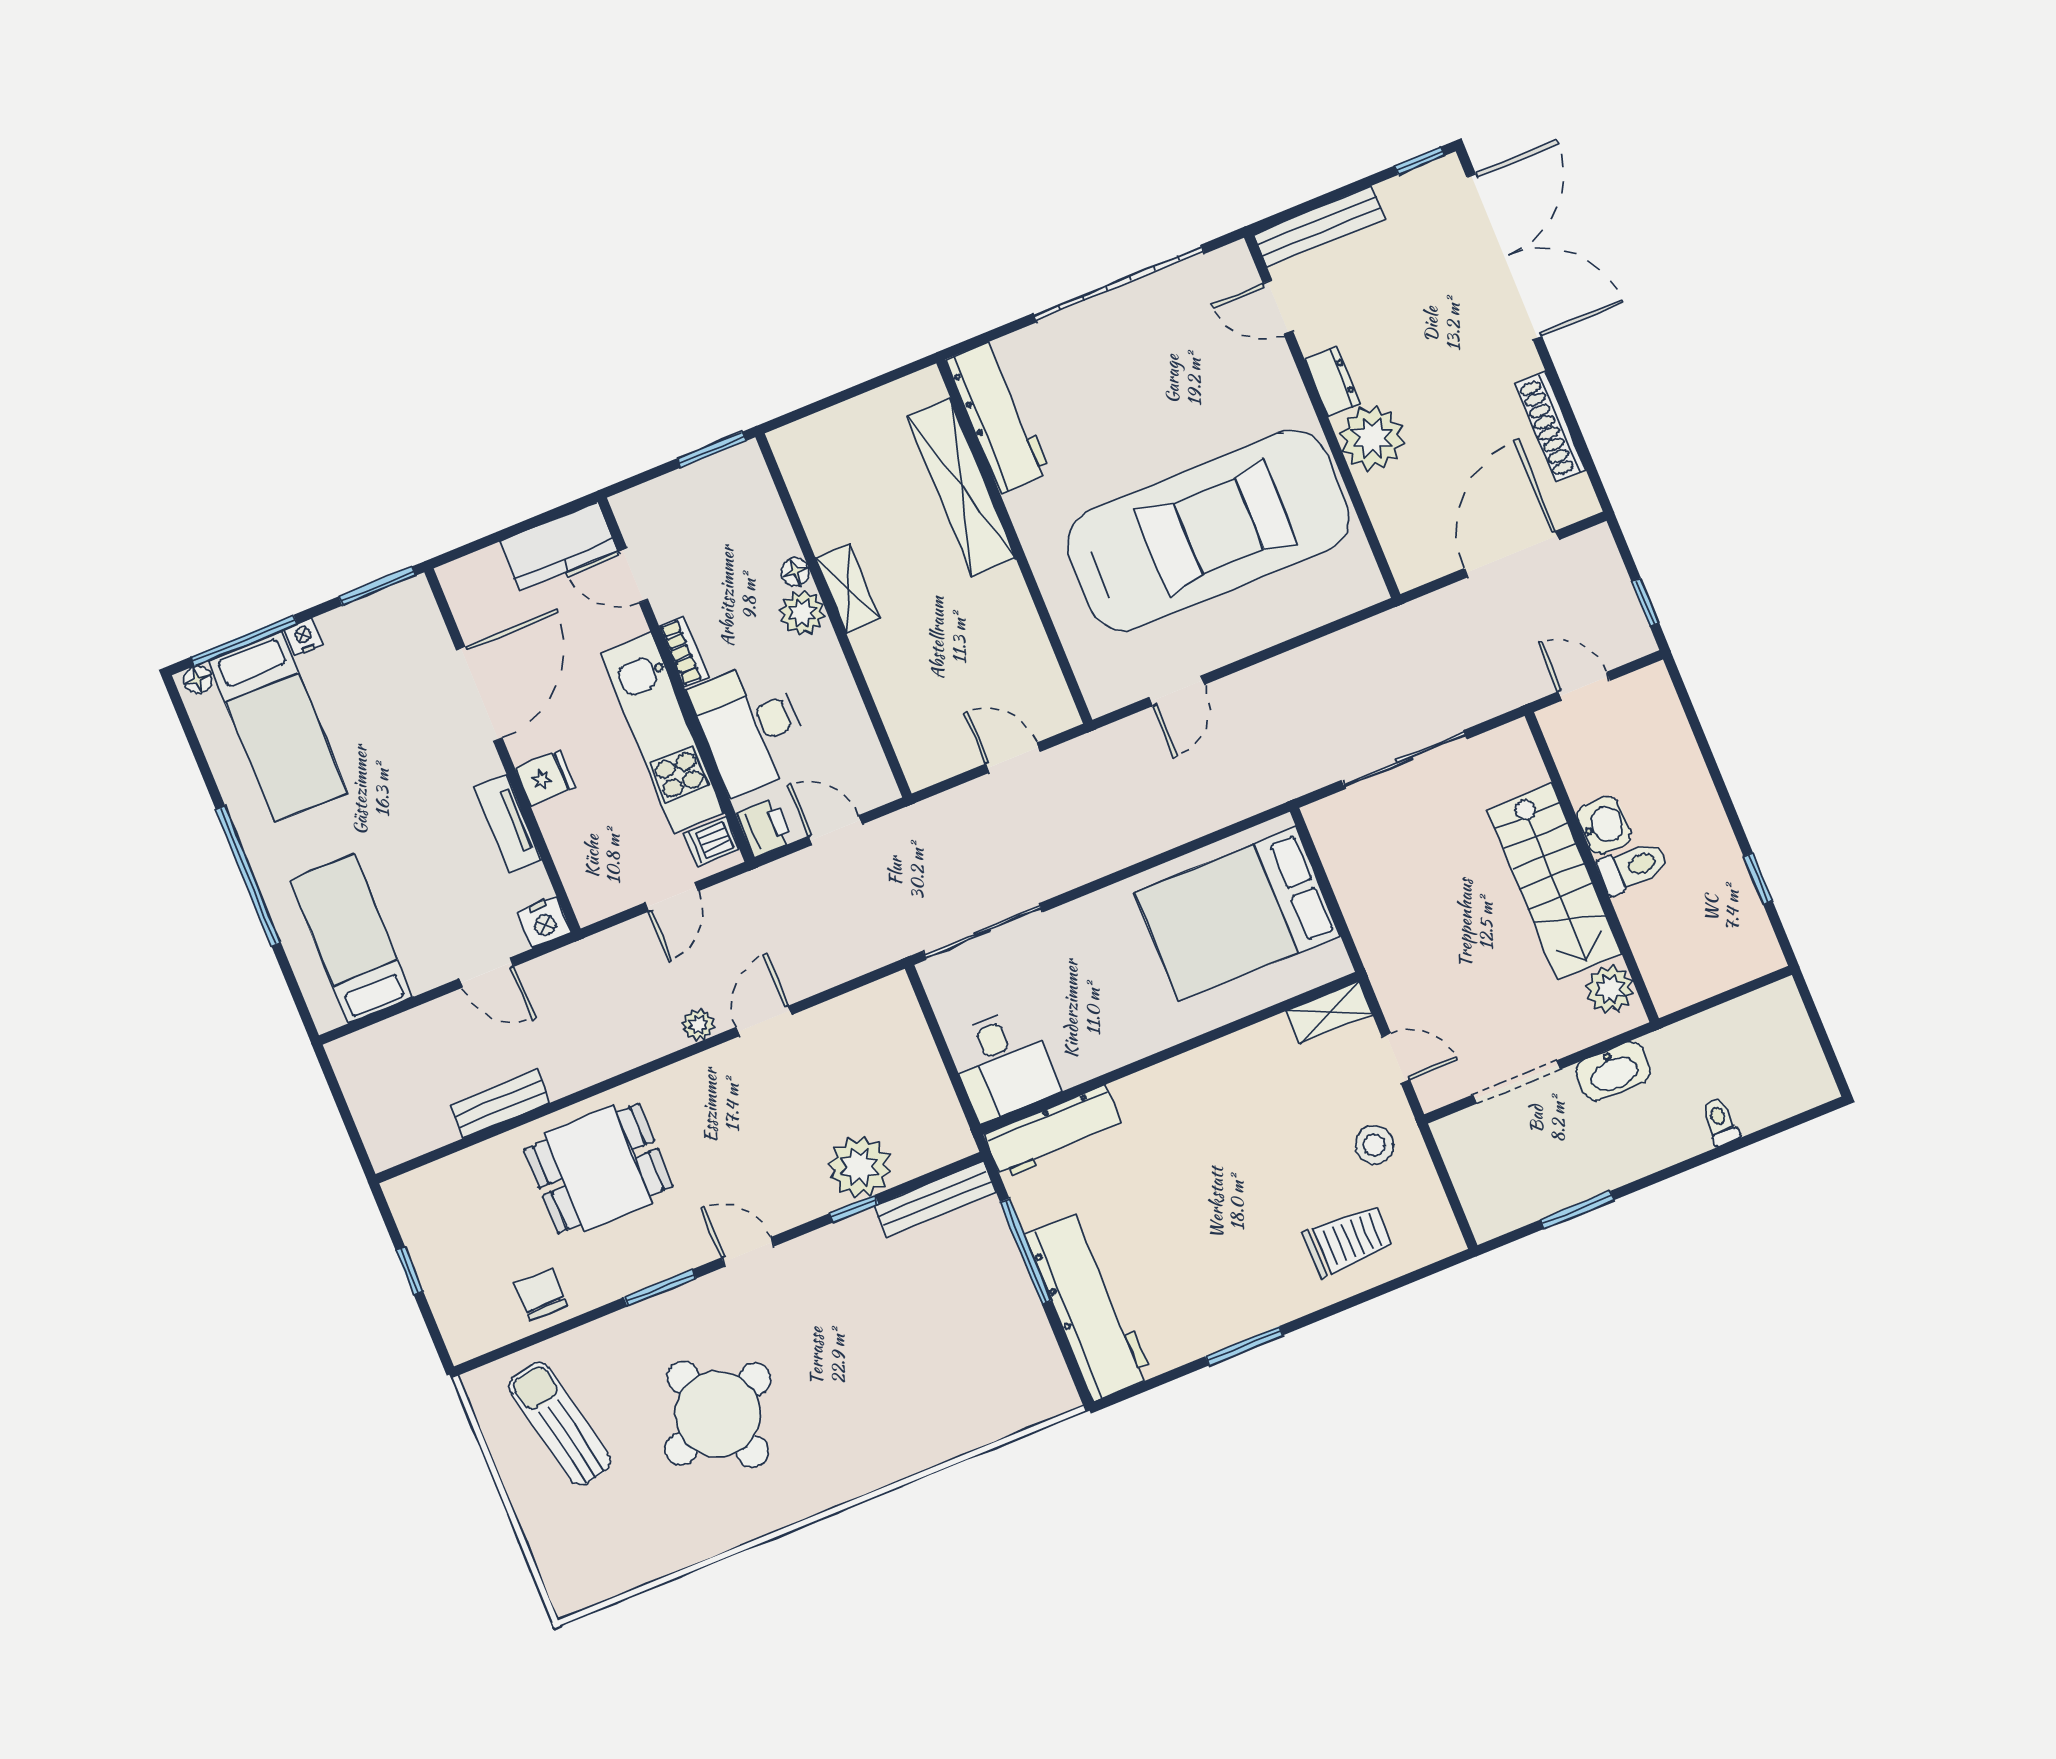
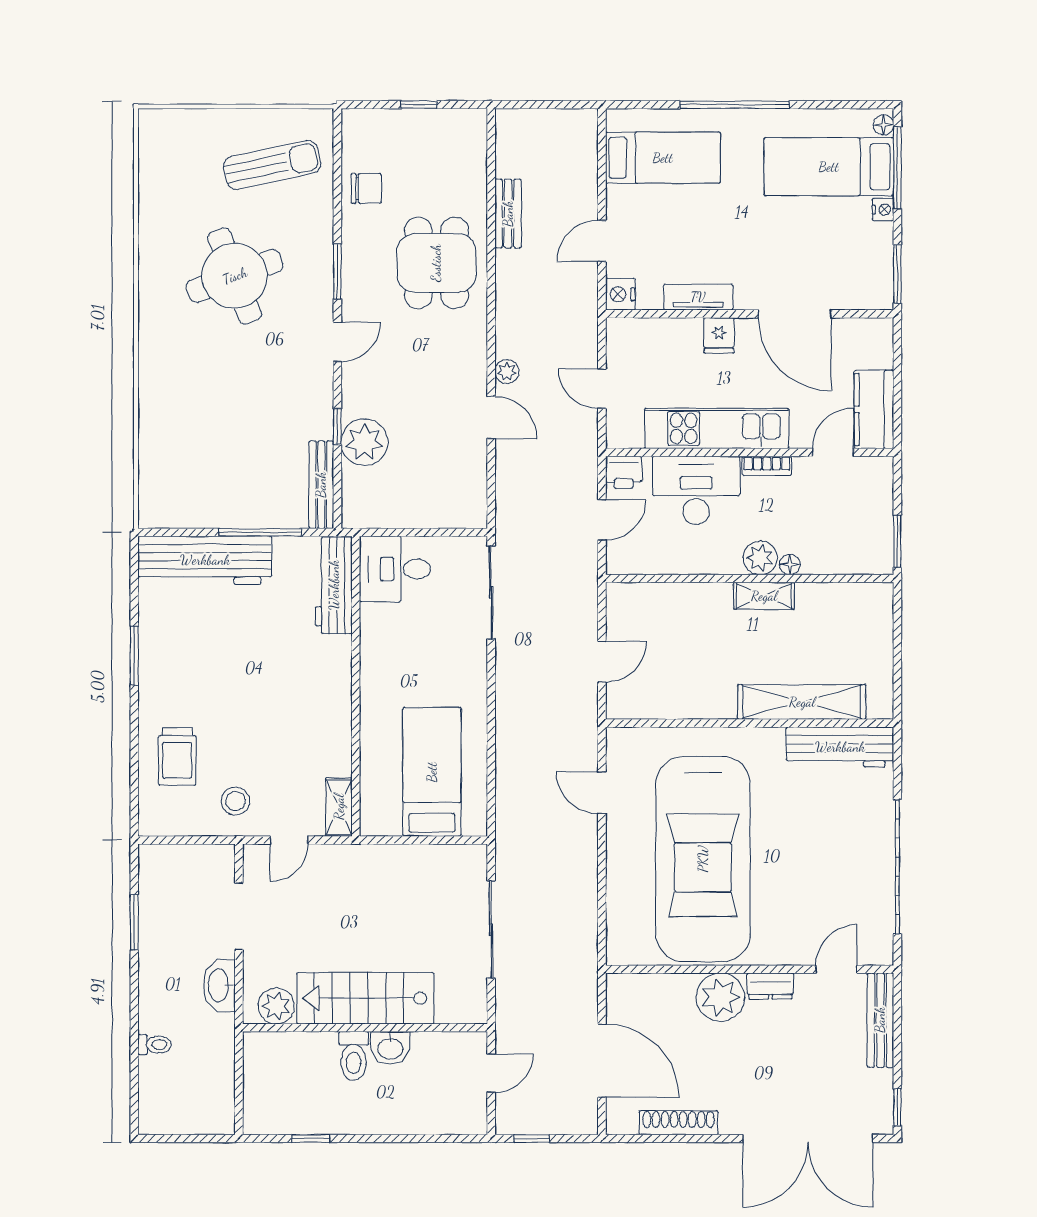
dishwasher: (711, 841) -> (629, 432), removed
bed: (1237, 914) -> (432, 772), width x0.67

